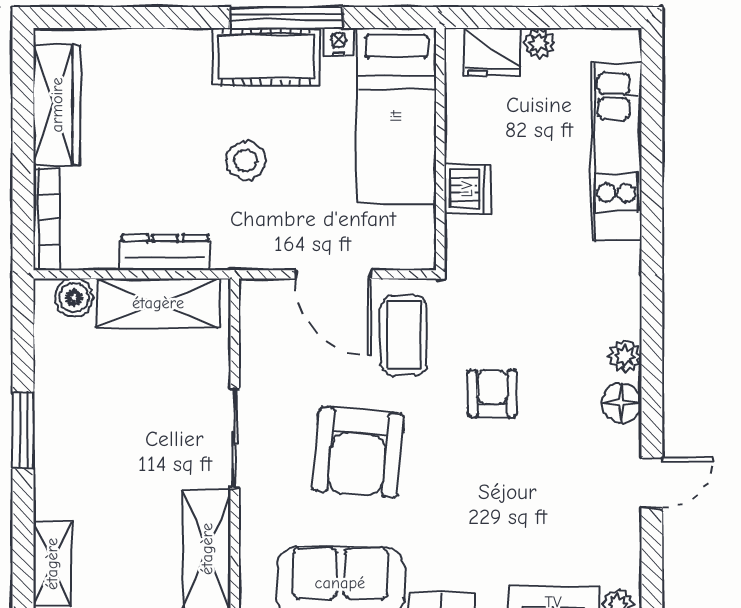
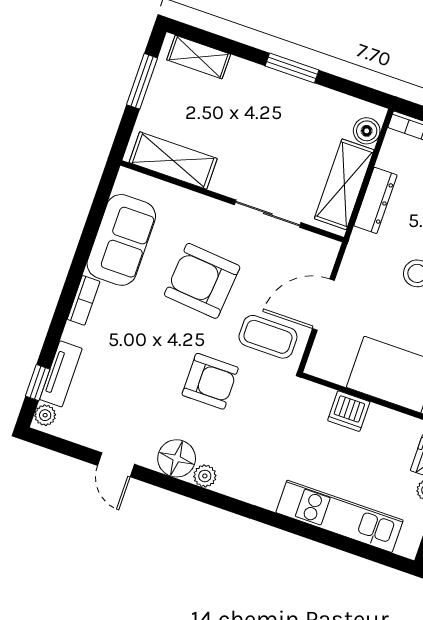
armchair: (492, 394) -> (210, 381), width x1.38, depth x1.38
floor lamp: (622, 403) -> (177, 458), width x1.38, depth x1.38
sliding door: (235, 438) -> (268, 214), moved

